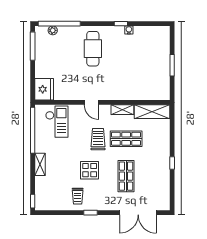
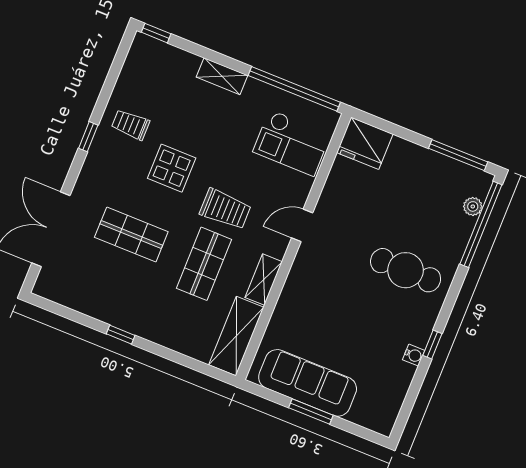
sofa: (160, 72) -> (308, 383), added

